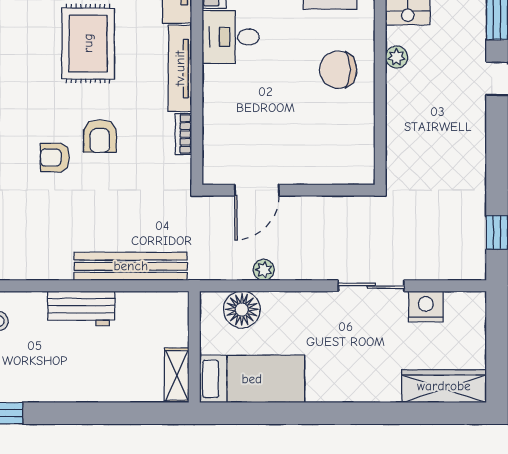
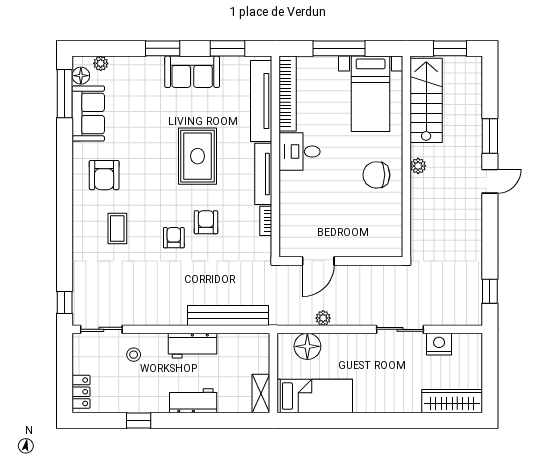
armchair: (100, 136) -> (206, 222), turned 180
armchair: (55, 158) -> (174, 238), turned 90
workbench: (82, 385) -> (193, 401), added

